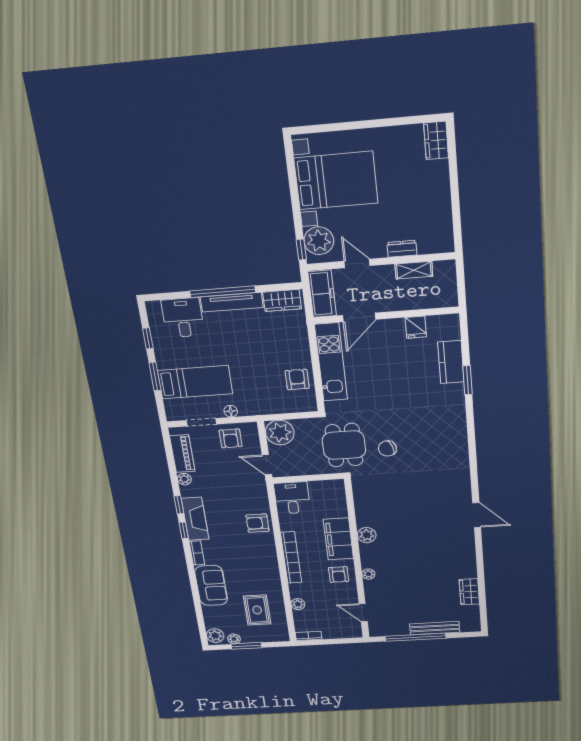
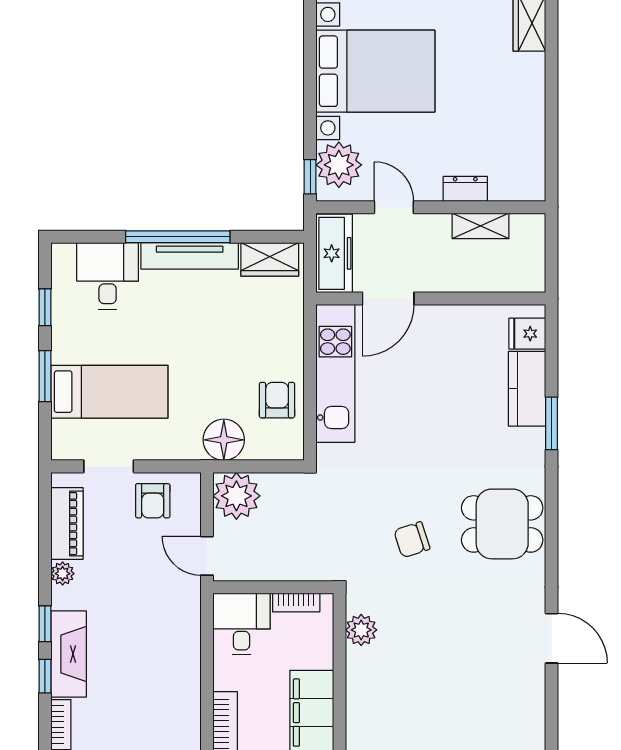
fridge: (416, 327) -> (527, 334), moved, turned 90
floor lamp: (231, 411) -> (224, 440), moved, width x1.89, depth x1.89
dining table: (344, 445) -> (502, 524), moved, turned 90
bookcase: (322, 485) -> (296, 602), added
door: (477, 515) -> (552, 638), moved
armchair: (257, 523) -> (175, 670), removed
plant: (367, 535) -> (361, 630), moved

